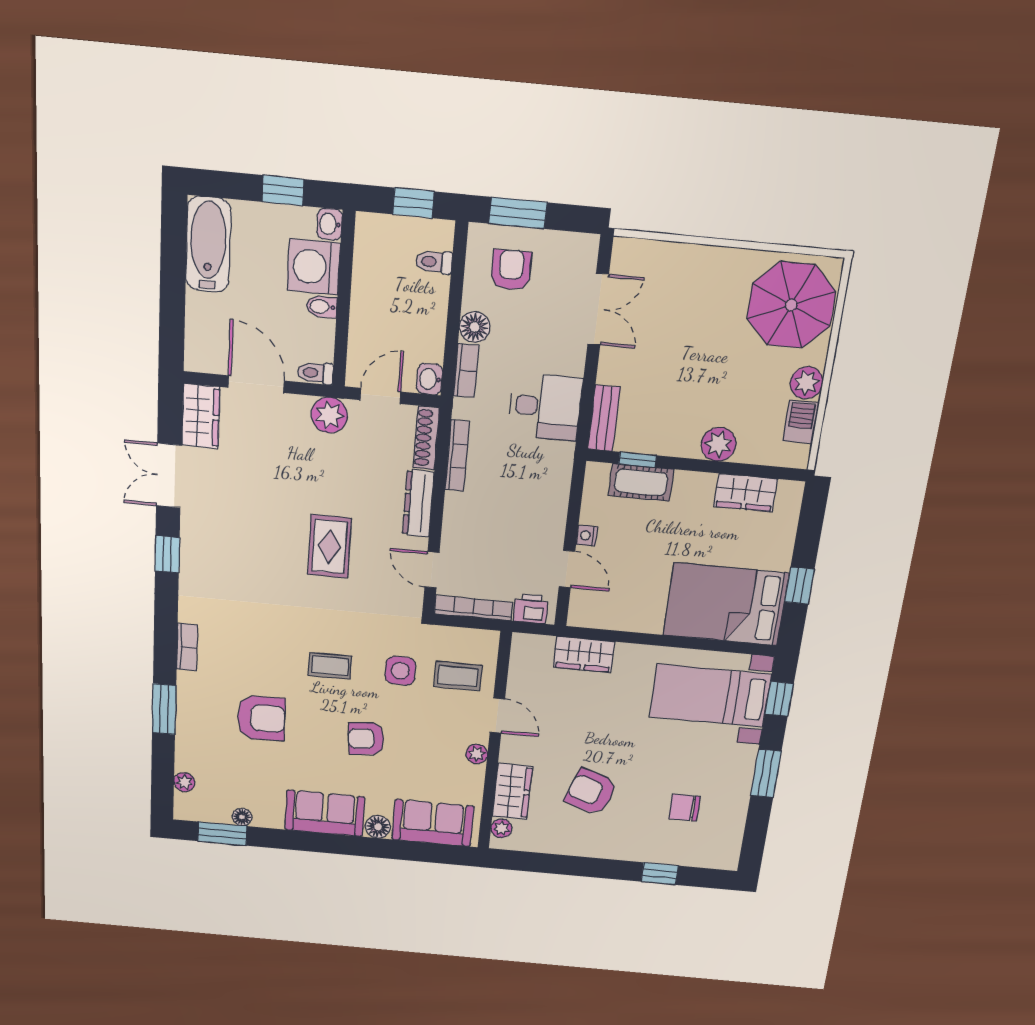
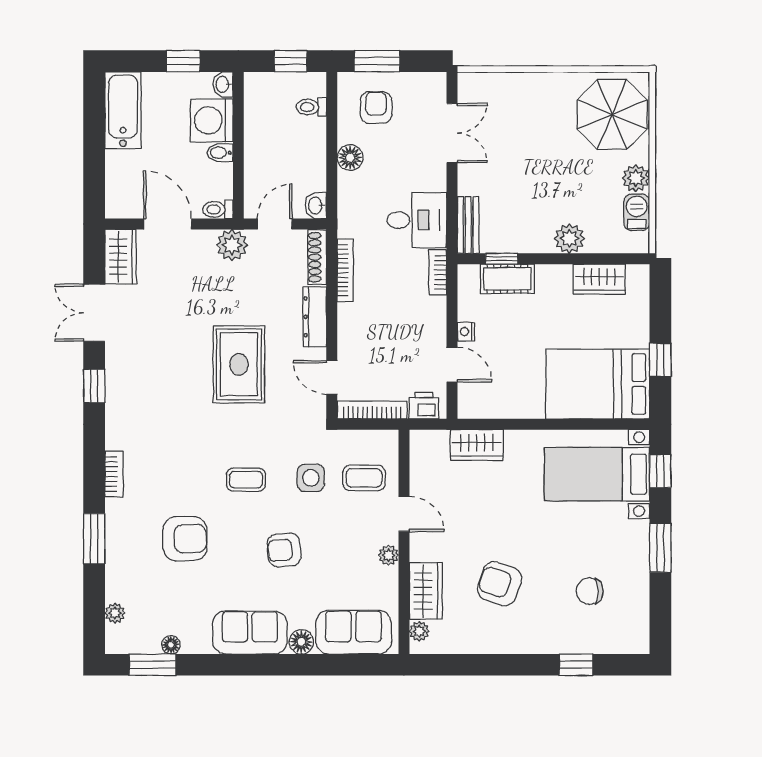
bookcase: (466, 371) -> (438, 272), moved, turned 180
rug: (330, 546) -> (239, 364), width x1.36, depth x1.43

